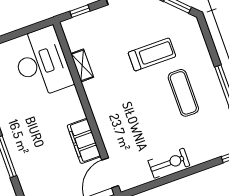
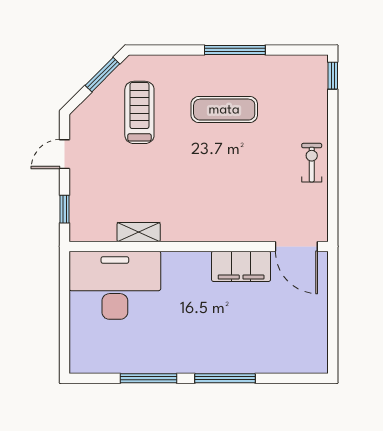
treadmill: (152, 54) -> (139, 112), moved
exercise bike: (169, 163) -> (312, 163), width x0.73, depth x0.72

